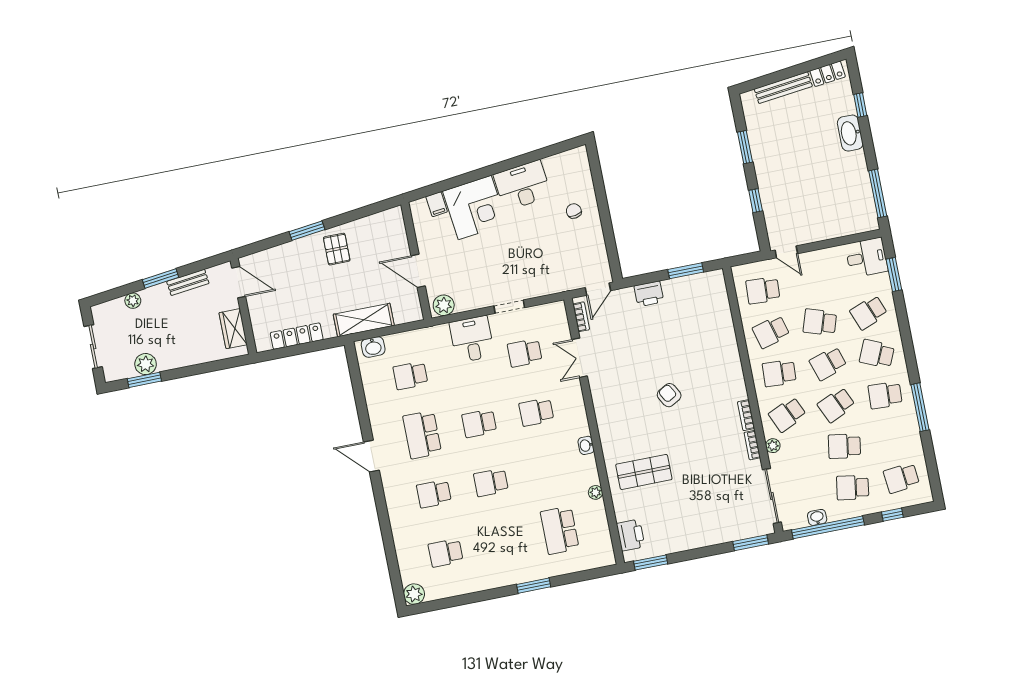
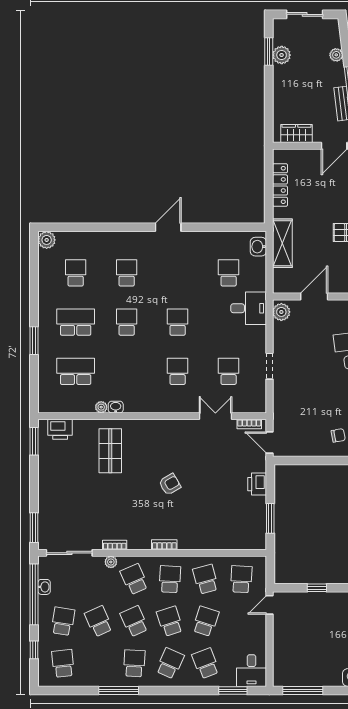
desk: (472, 339) -> (249, 308), moved
bookcase: (746, 415) -> (164, 545), moved
school desk: (422, 435) -> (76, 322), moved
washbasin: (586, 445) -> (116, 407), moved
school desk: (844, 446) -> (99, 621), turned -33

